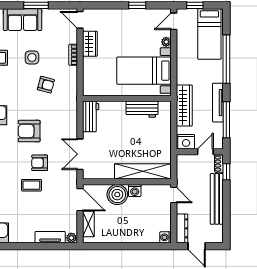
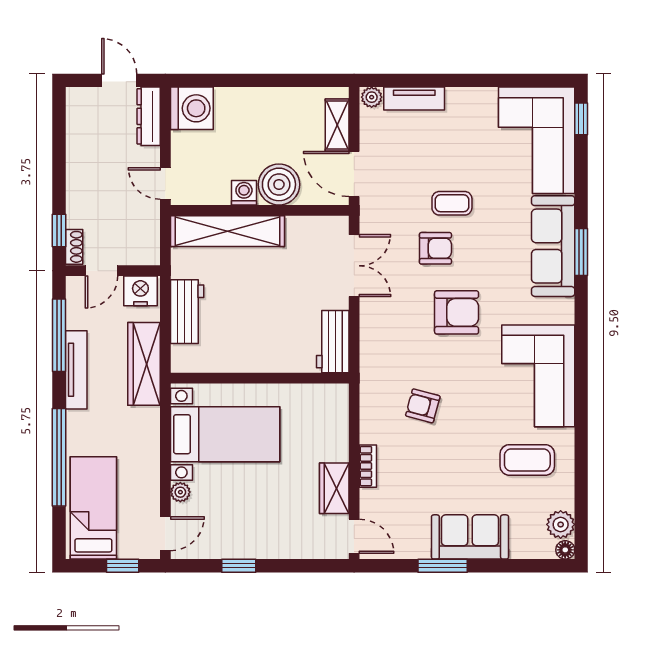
side table: (32, 57) -> (451, 461), removed
workbench: (142, 109) -> (187, 312), moved, turned 90
bench: (217, 199) -> (78, 176), removed
washing machine: (166, 237) -> (192, 108), width x1.89, depth x1.89

